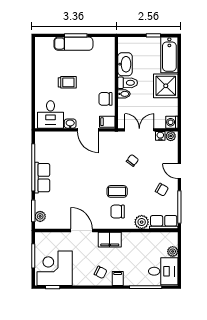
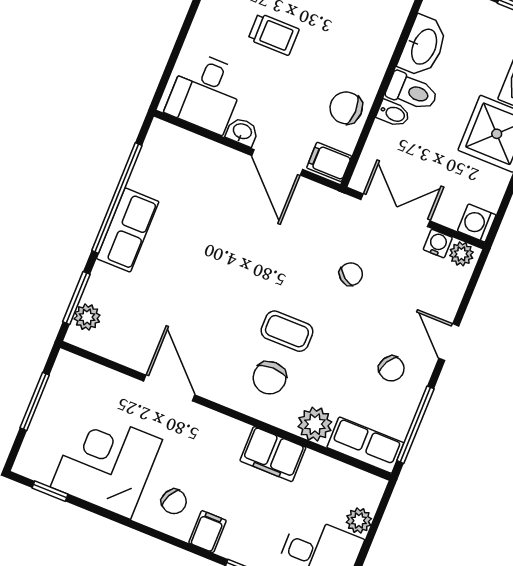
chair: (118, 212) -> (270, 378), turned -90
filing cabinet: (110, 240) -> (273, 454), moved
corner desk: (55, 268) -> (106, 463), moved

